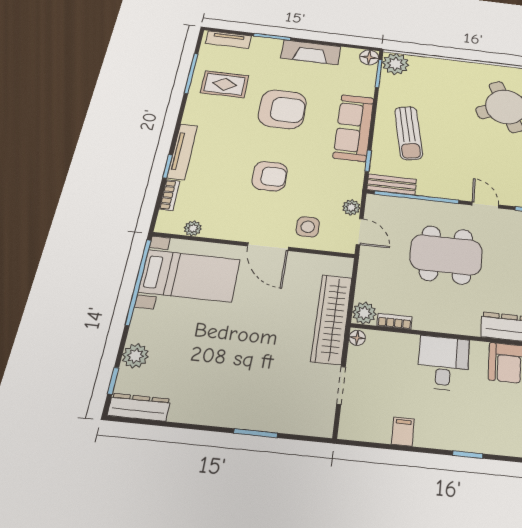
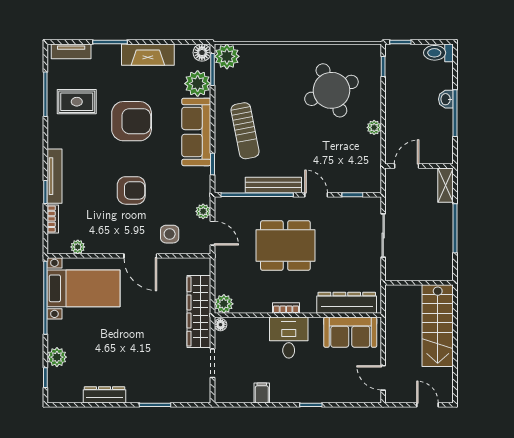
plant: (361, 84) -> (198, 84), added
bench: (392, 184) -> (273, 185), moved, width x1.36
bookcase: (394, 321) -> (286, 308), moved
dresser: (139, 407) -> (104, 395), moved

